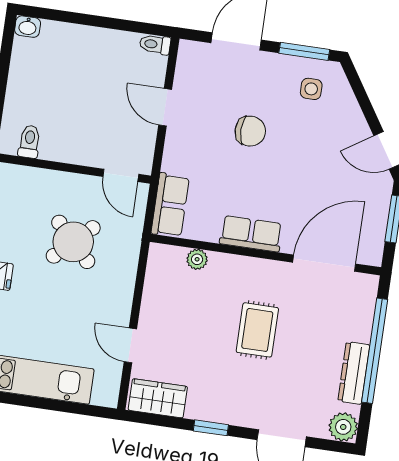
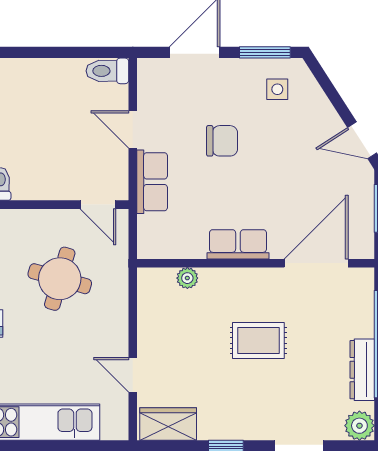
toilet: (155, 44) -> (107, 71), width x1.37, depth x1.39
row of seats: (170, 205) -> (152, 182), moved
round table: (73, 242) -> (60, 279), turned -30
rug: (257, 330) -> (258, 340), turned 90

